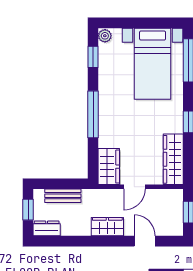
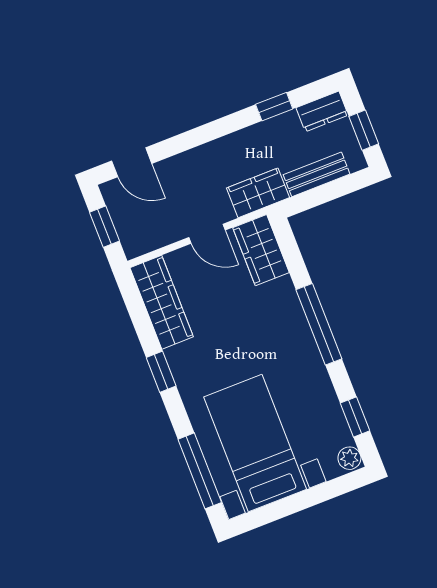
door: (134, 187) -> (207, 234), swing flipped
wardrobe: (107, 227) -> (258, 193), moved, turned 180
window: (71, 241) -> (274, 107), added
door: (145, 241) -> (132, 162), moved

